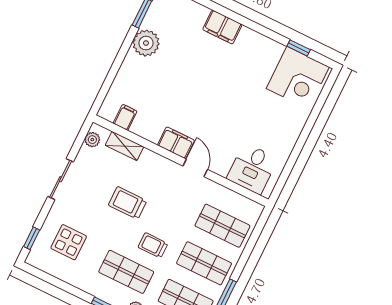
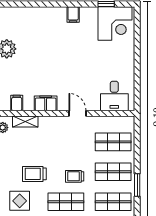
filing cabinet: (222, 27) -> (73, 14), moved, width x0.50
filing cabinet: (176, 143) -> (46, 103), moved
trolley: (128, 203) -> (34, 174), moved

